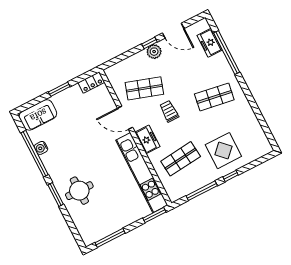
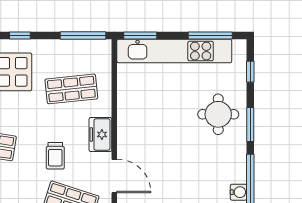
kitchen unit: (142, 173) -> (174, 51), moved, turned 90
window: (202, 191) -> (83, 36), moved
window: (73, 228) -> (250, 72), added

